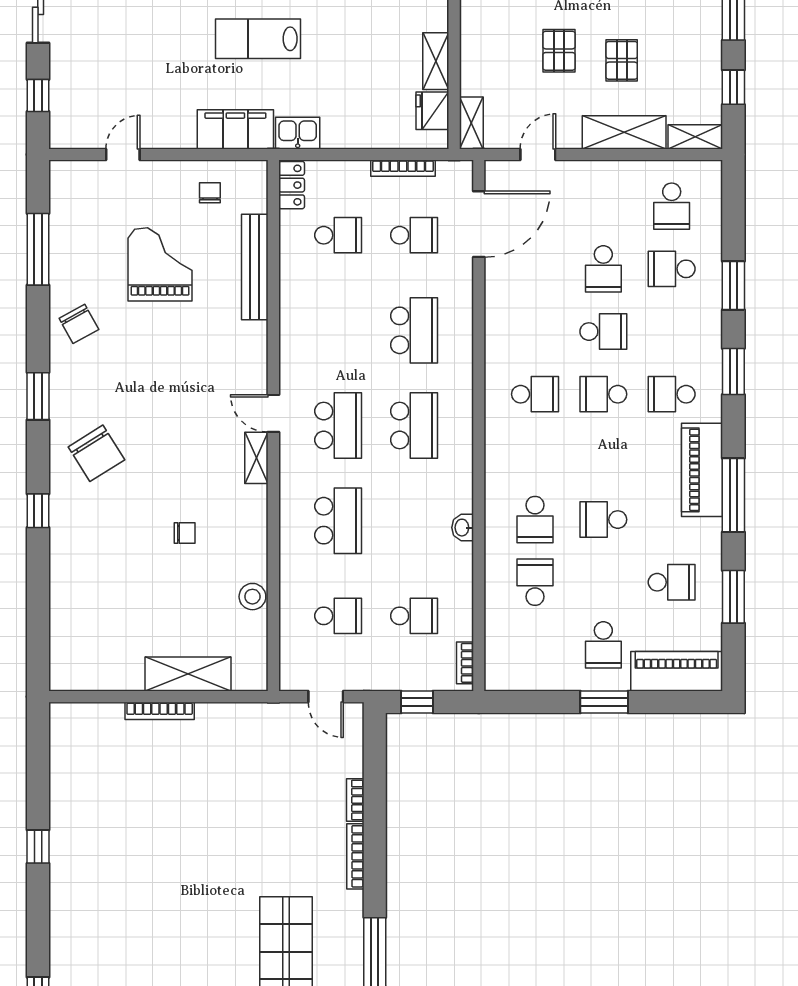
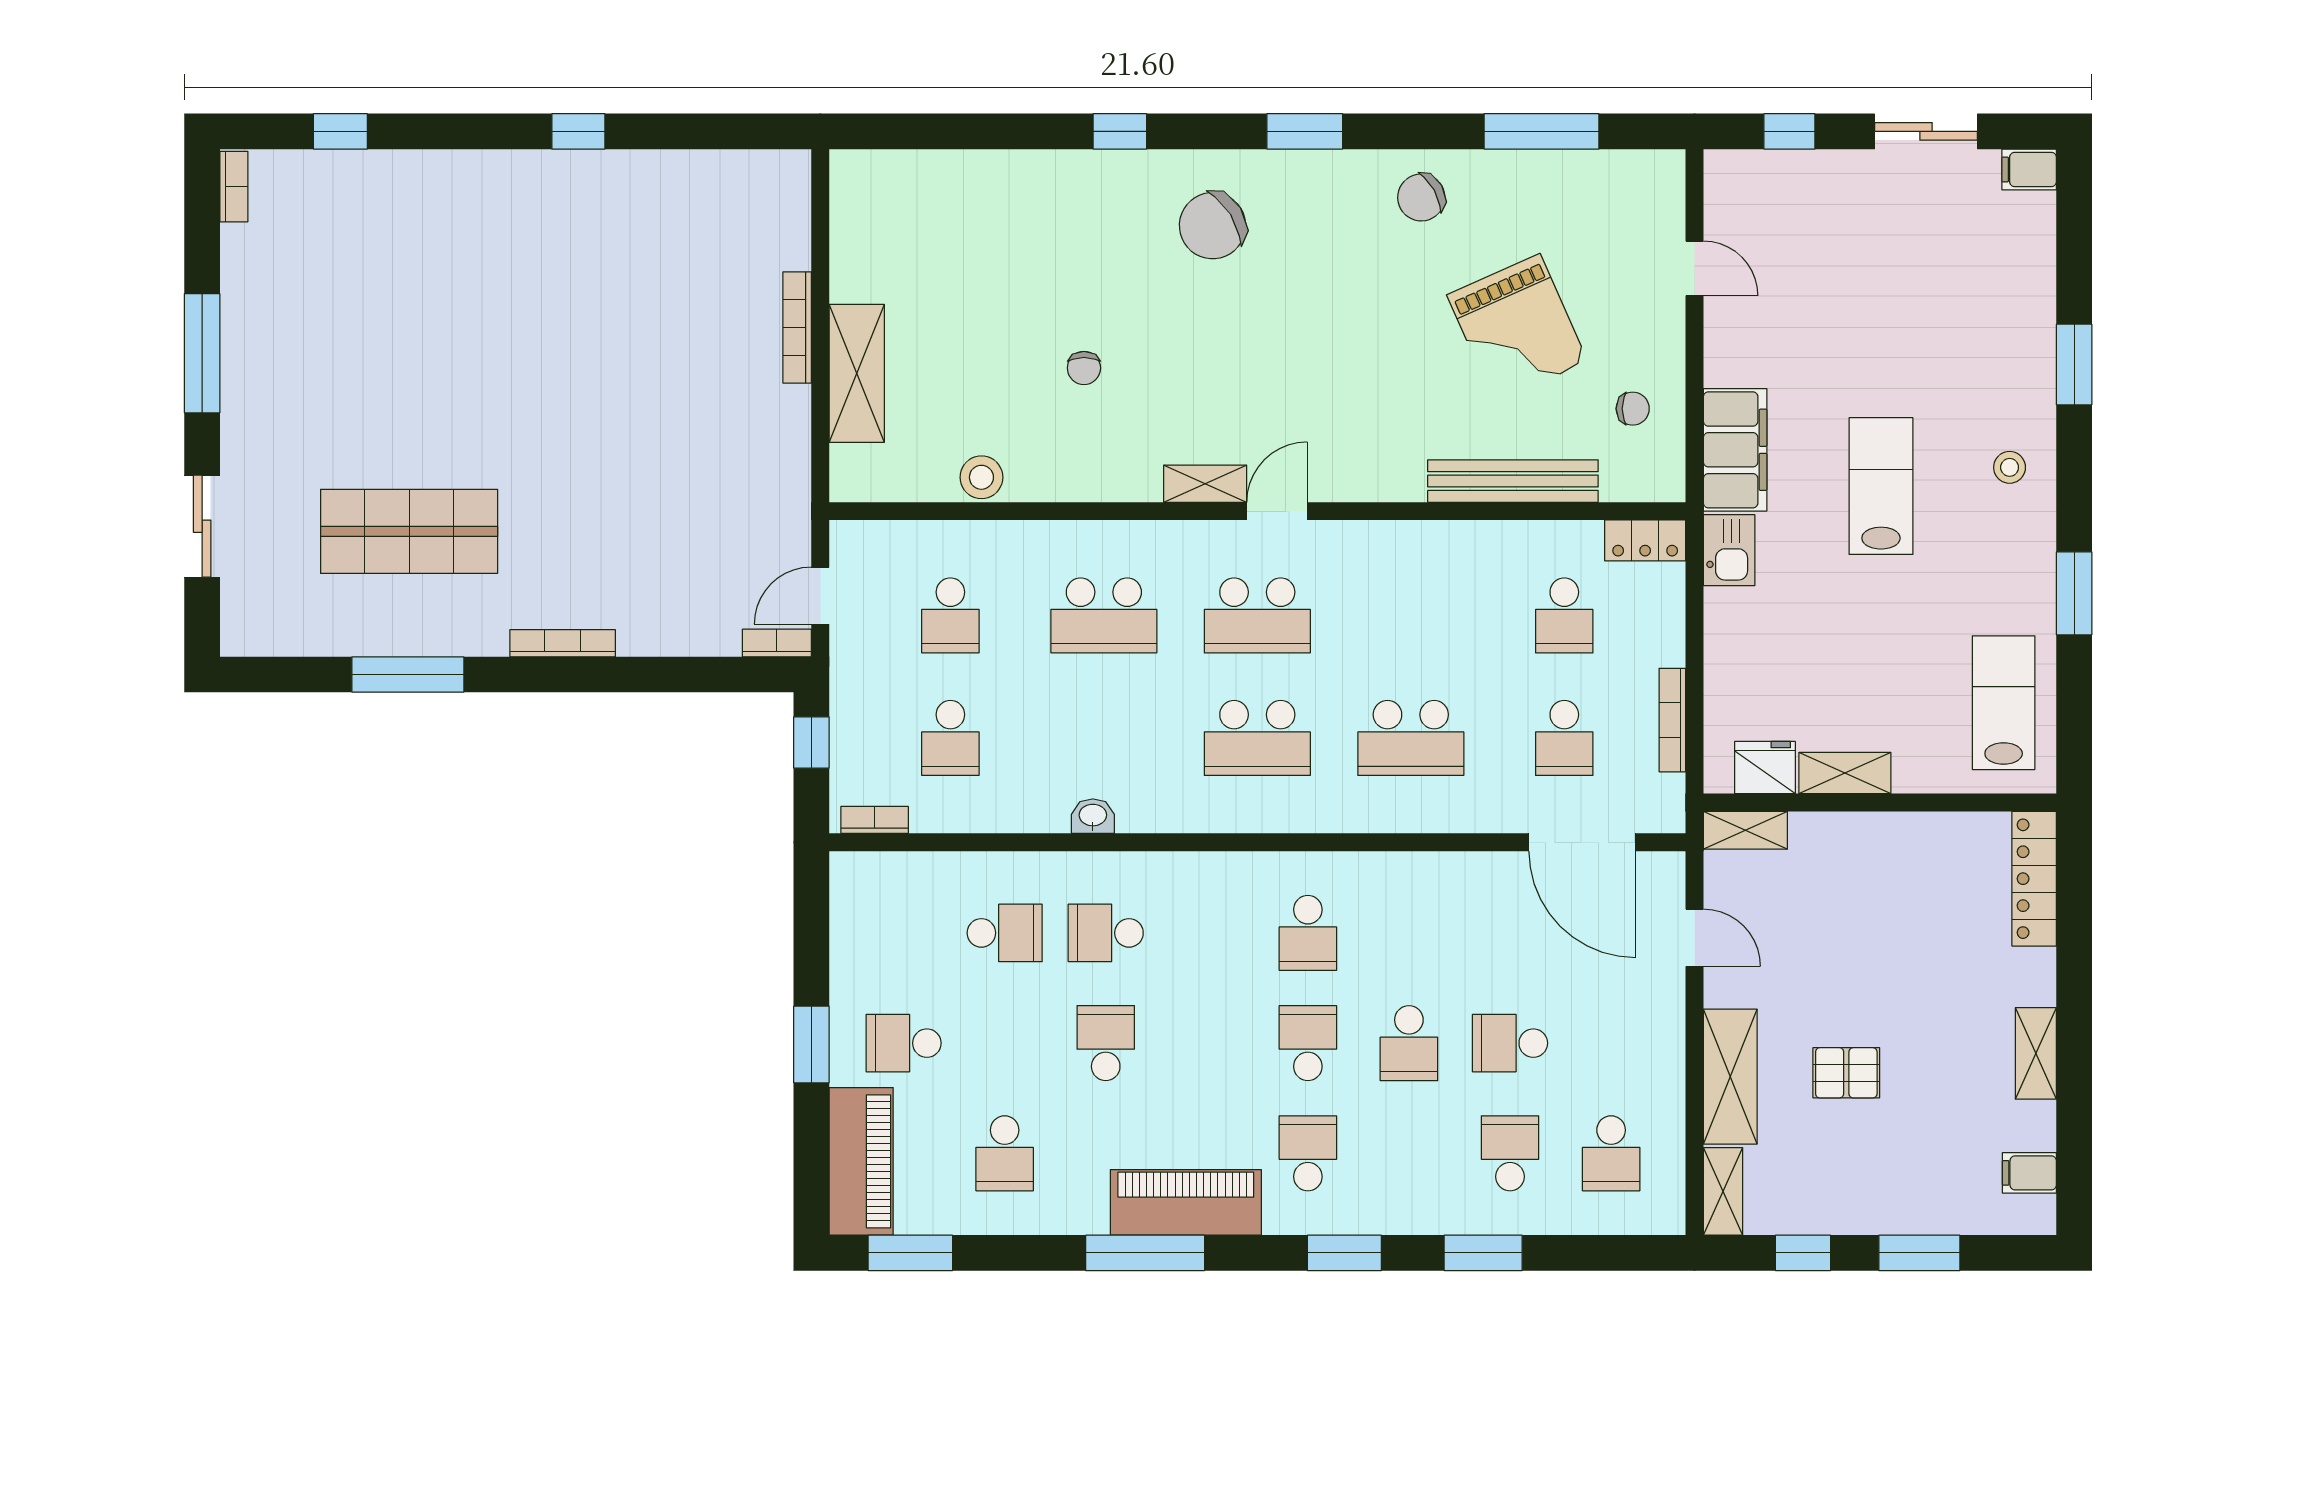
pallet: (559, 51) -> (1862, 972), removed
school desk: (672, 206) -> (1611, 1153), turned -90
grand piano: (160, 264) -> (1517, 328), turned 66
window: (733, 597) -> (910, 1253), moved
bookcase: (355, 800) -> (777, 643), moved

